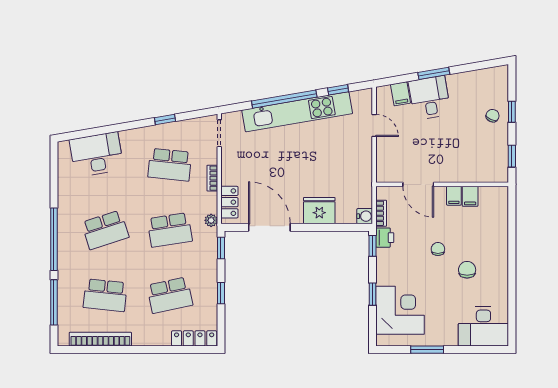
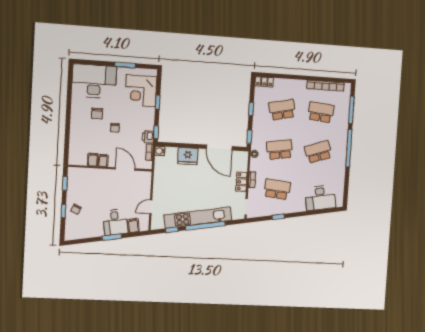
door: (374, 126) -> (151, 207), hinge flipped
locker: (229, 202) -> (241, 182), moved
desk: (483, 326) -> (94, 81), width x1.36, depth x1.30
locker: (194, 338) -> (264, 82), width x0.66

